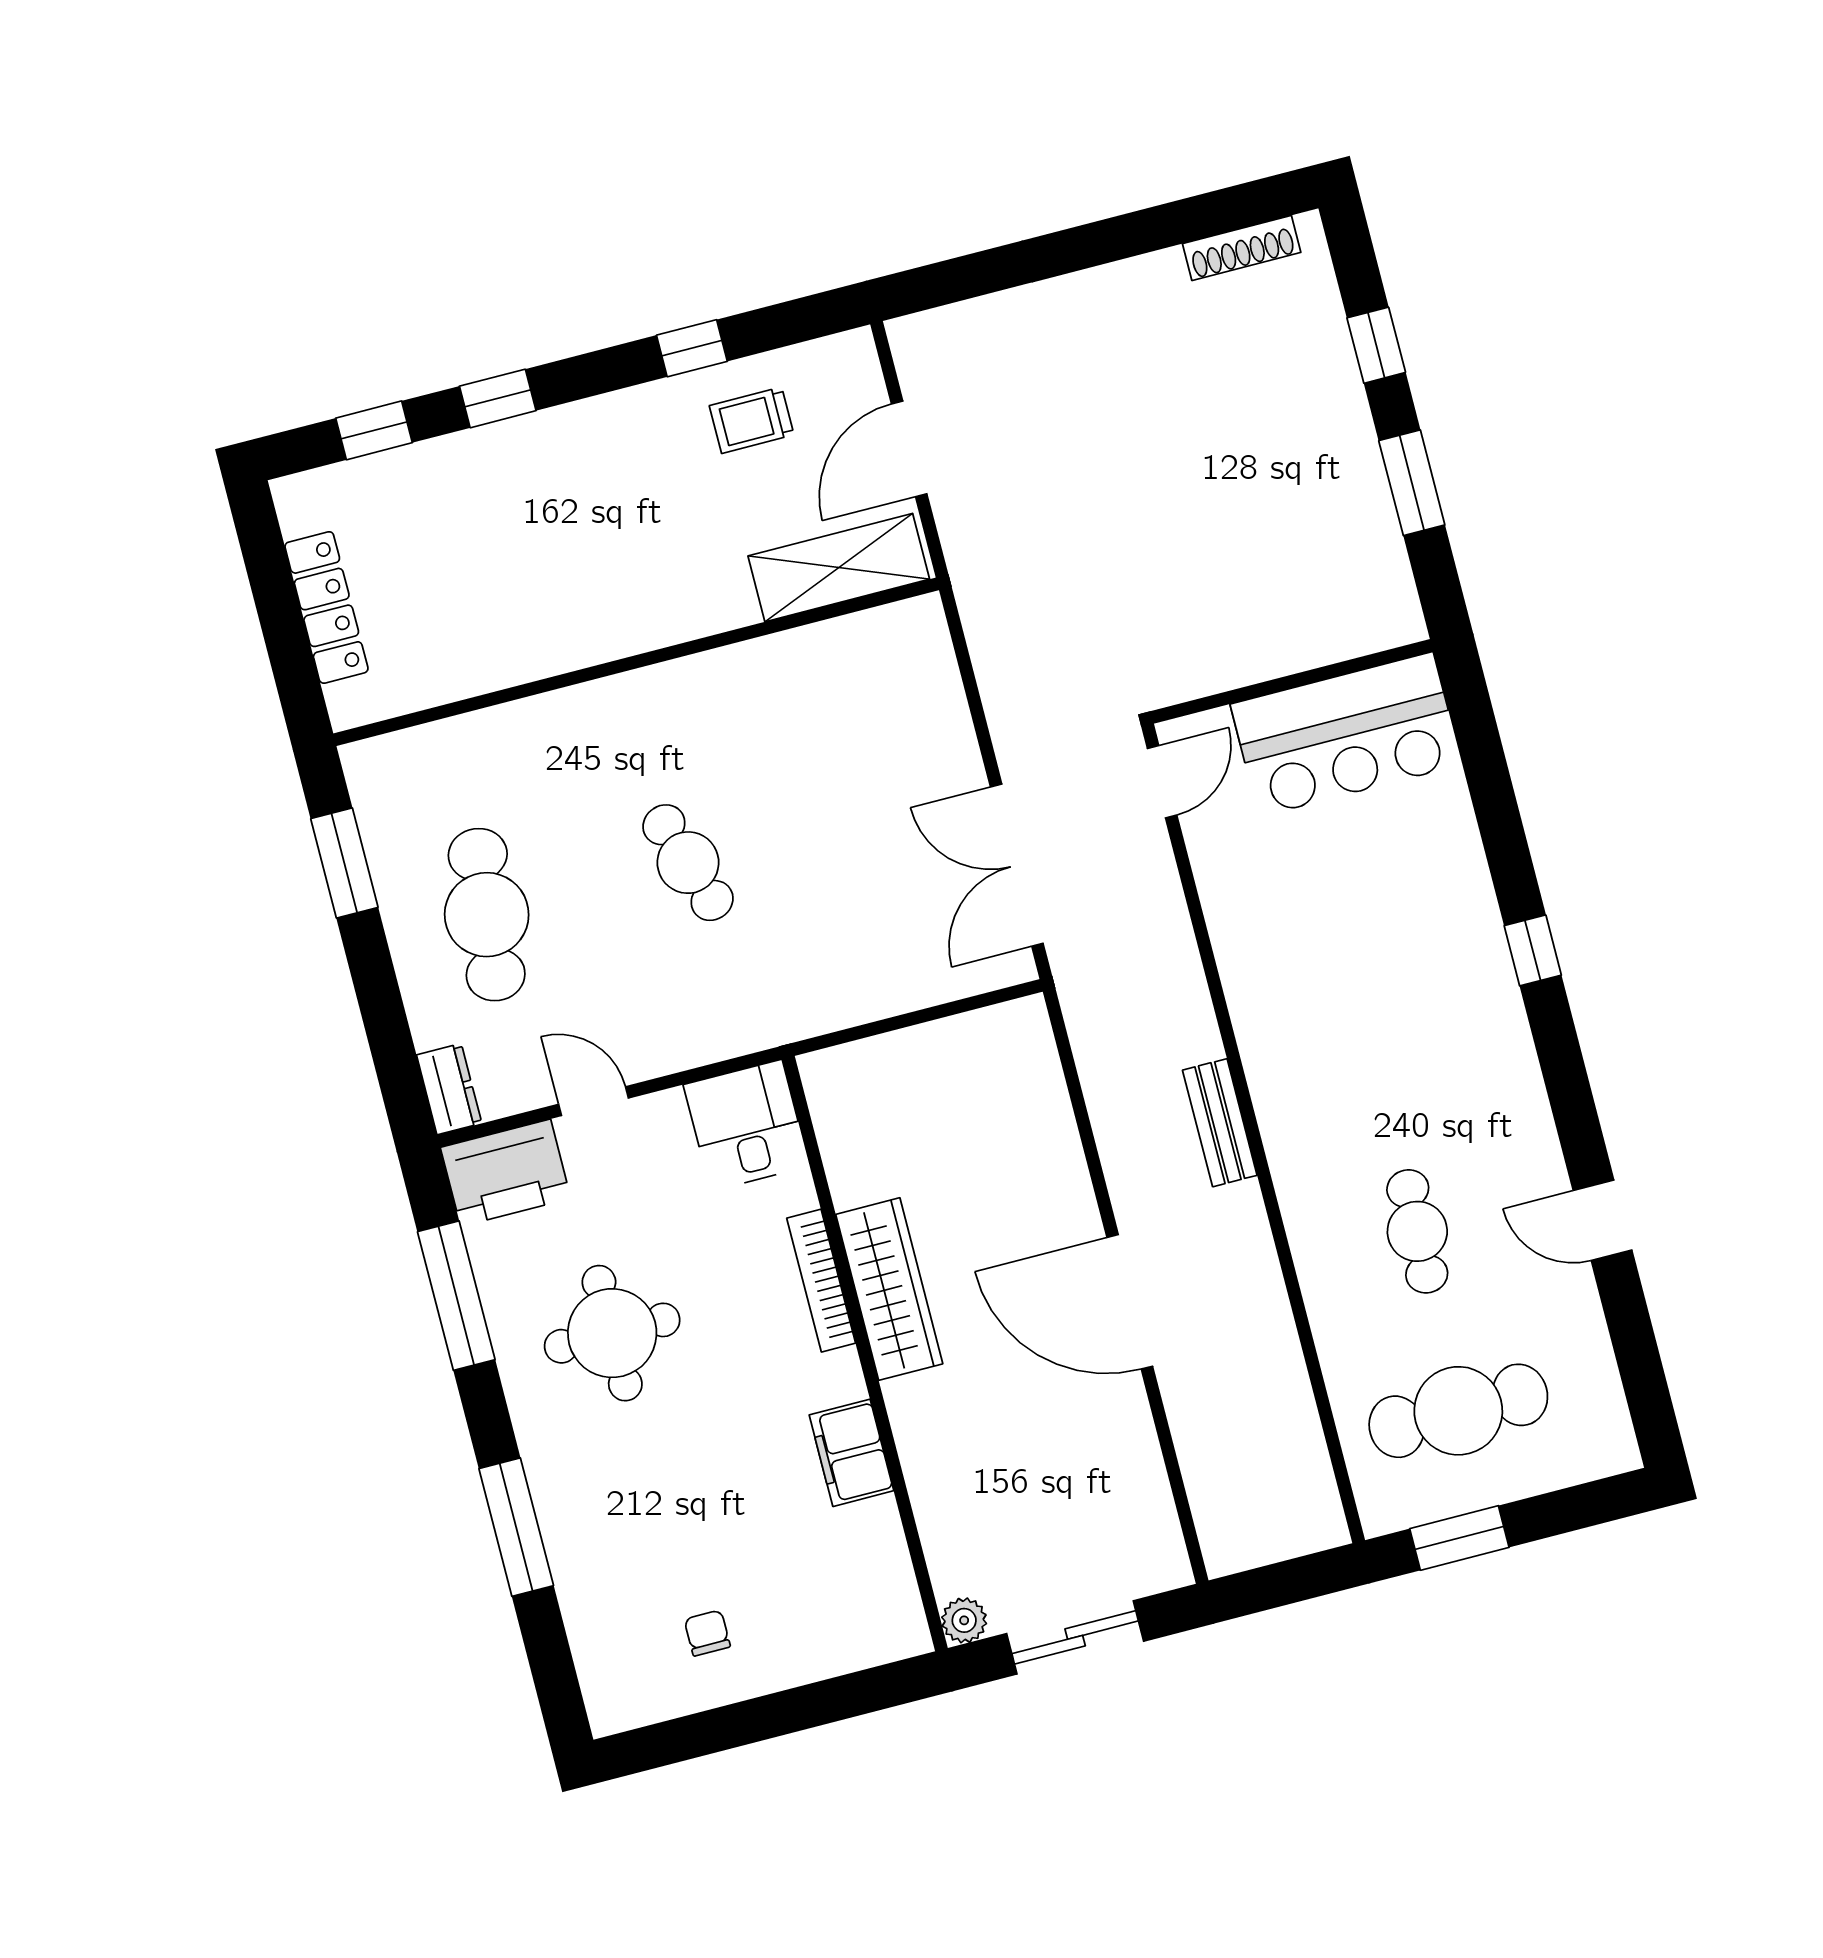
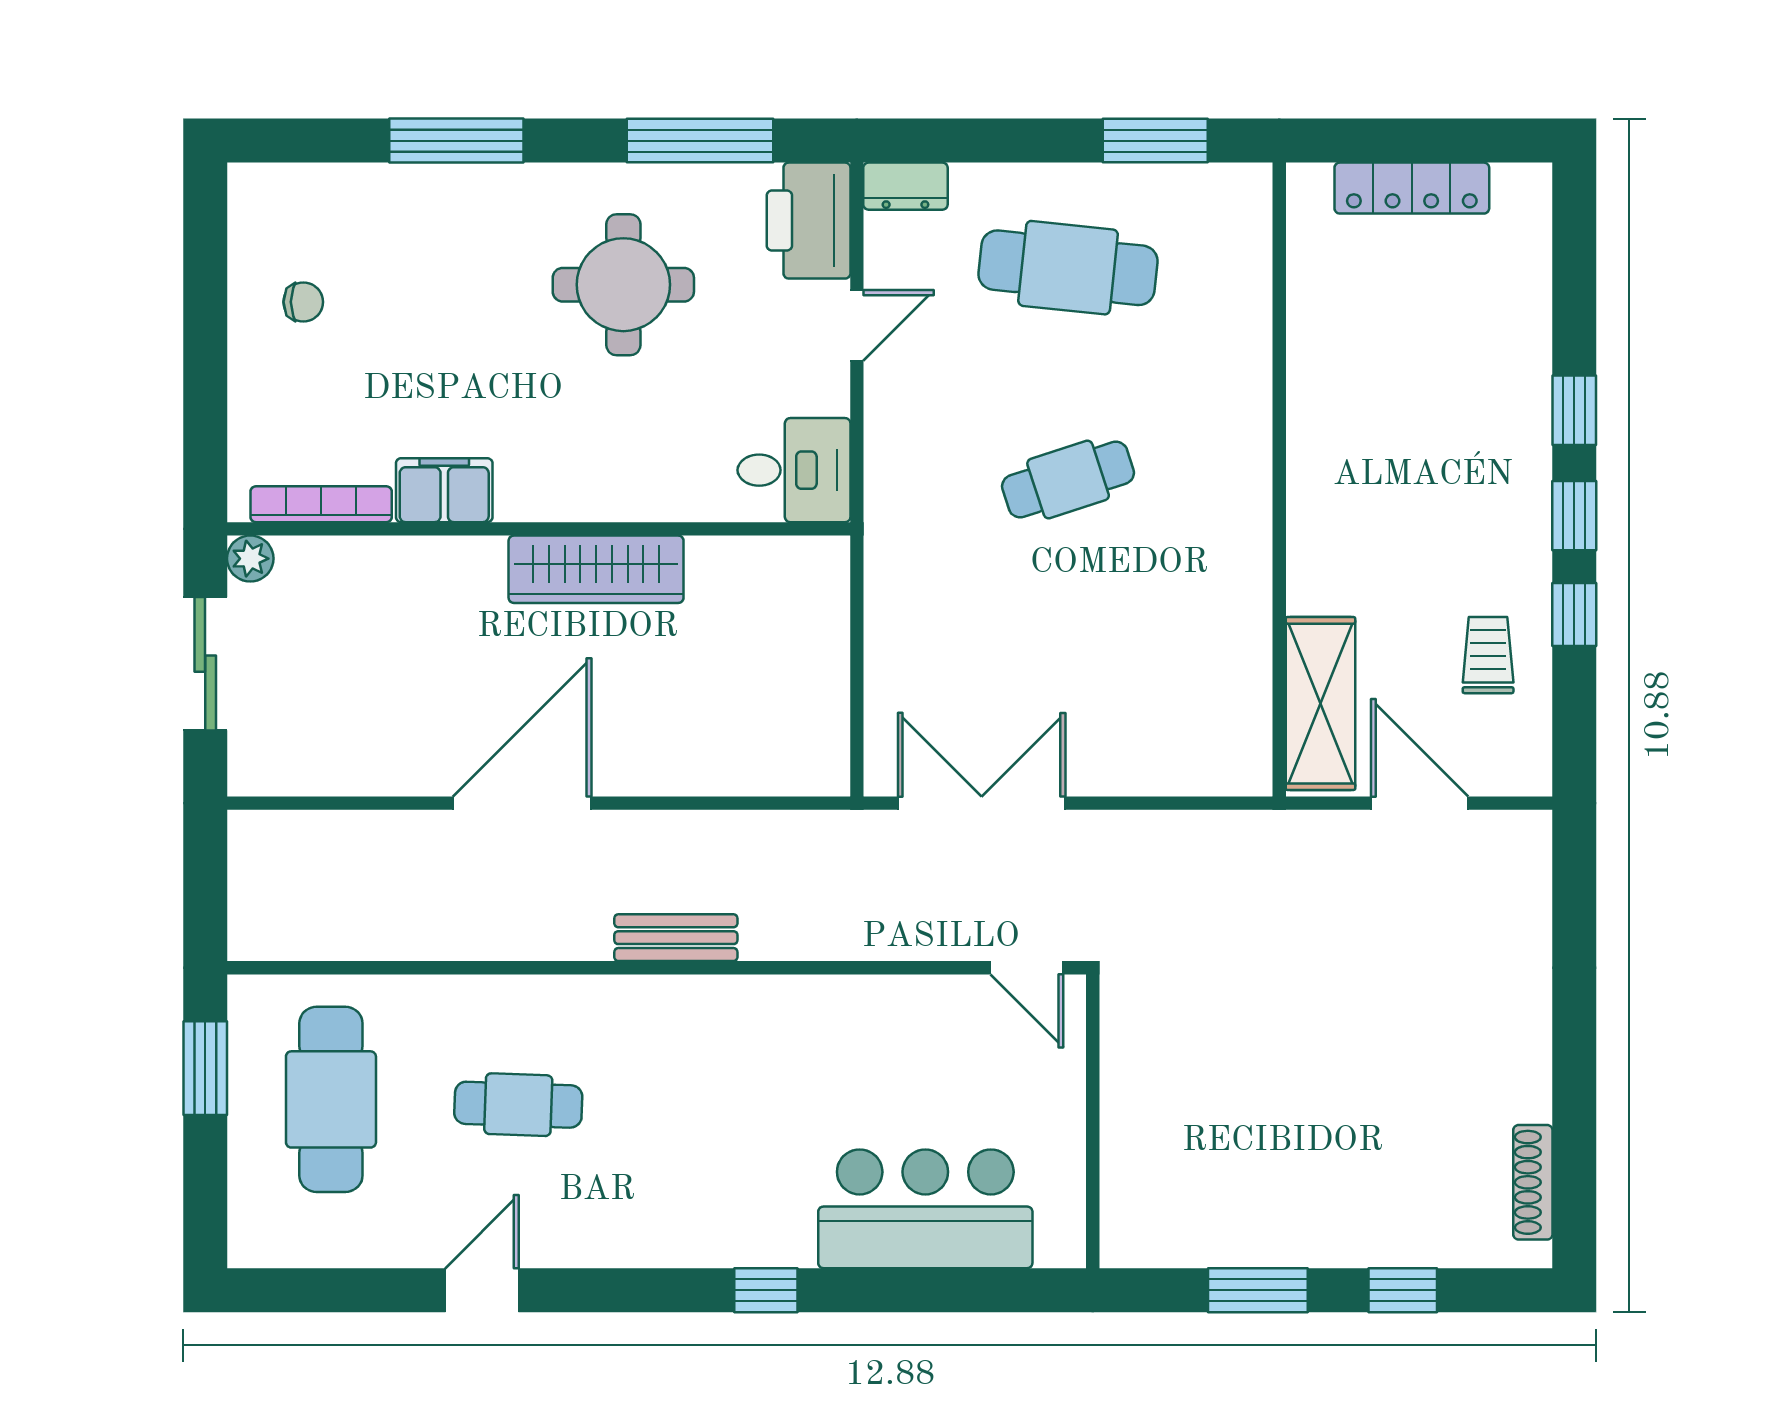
window: (374, 430) -> (1574, 516), moved
bar counter: (1346, 734) -> (925, 1209), moved, turned 90
bookcase: (821, 1281) -> (321, 504), moved

